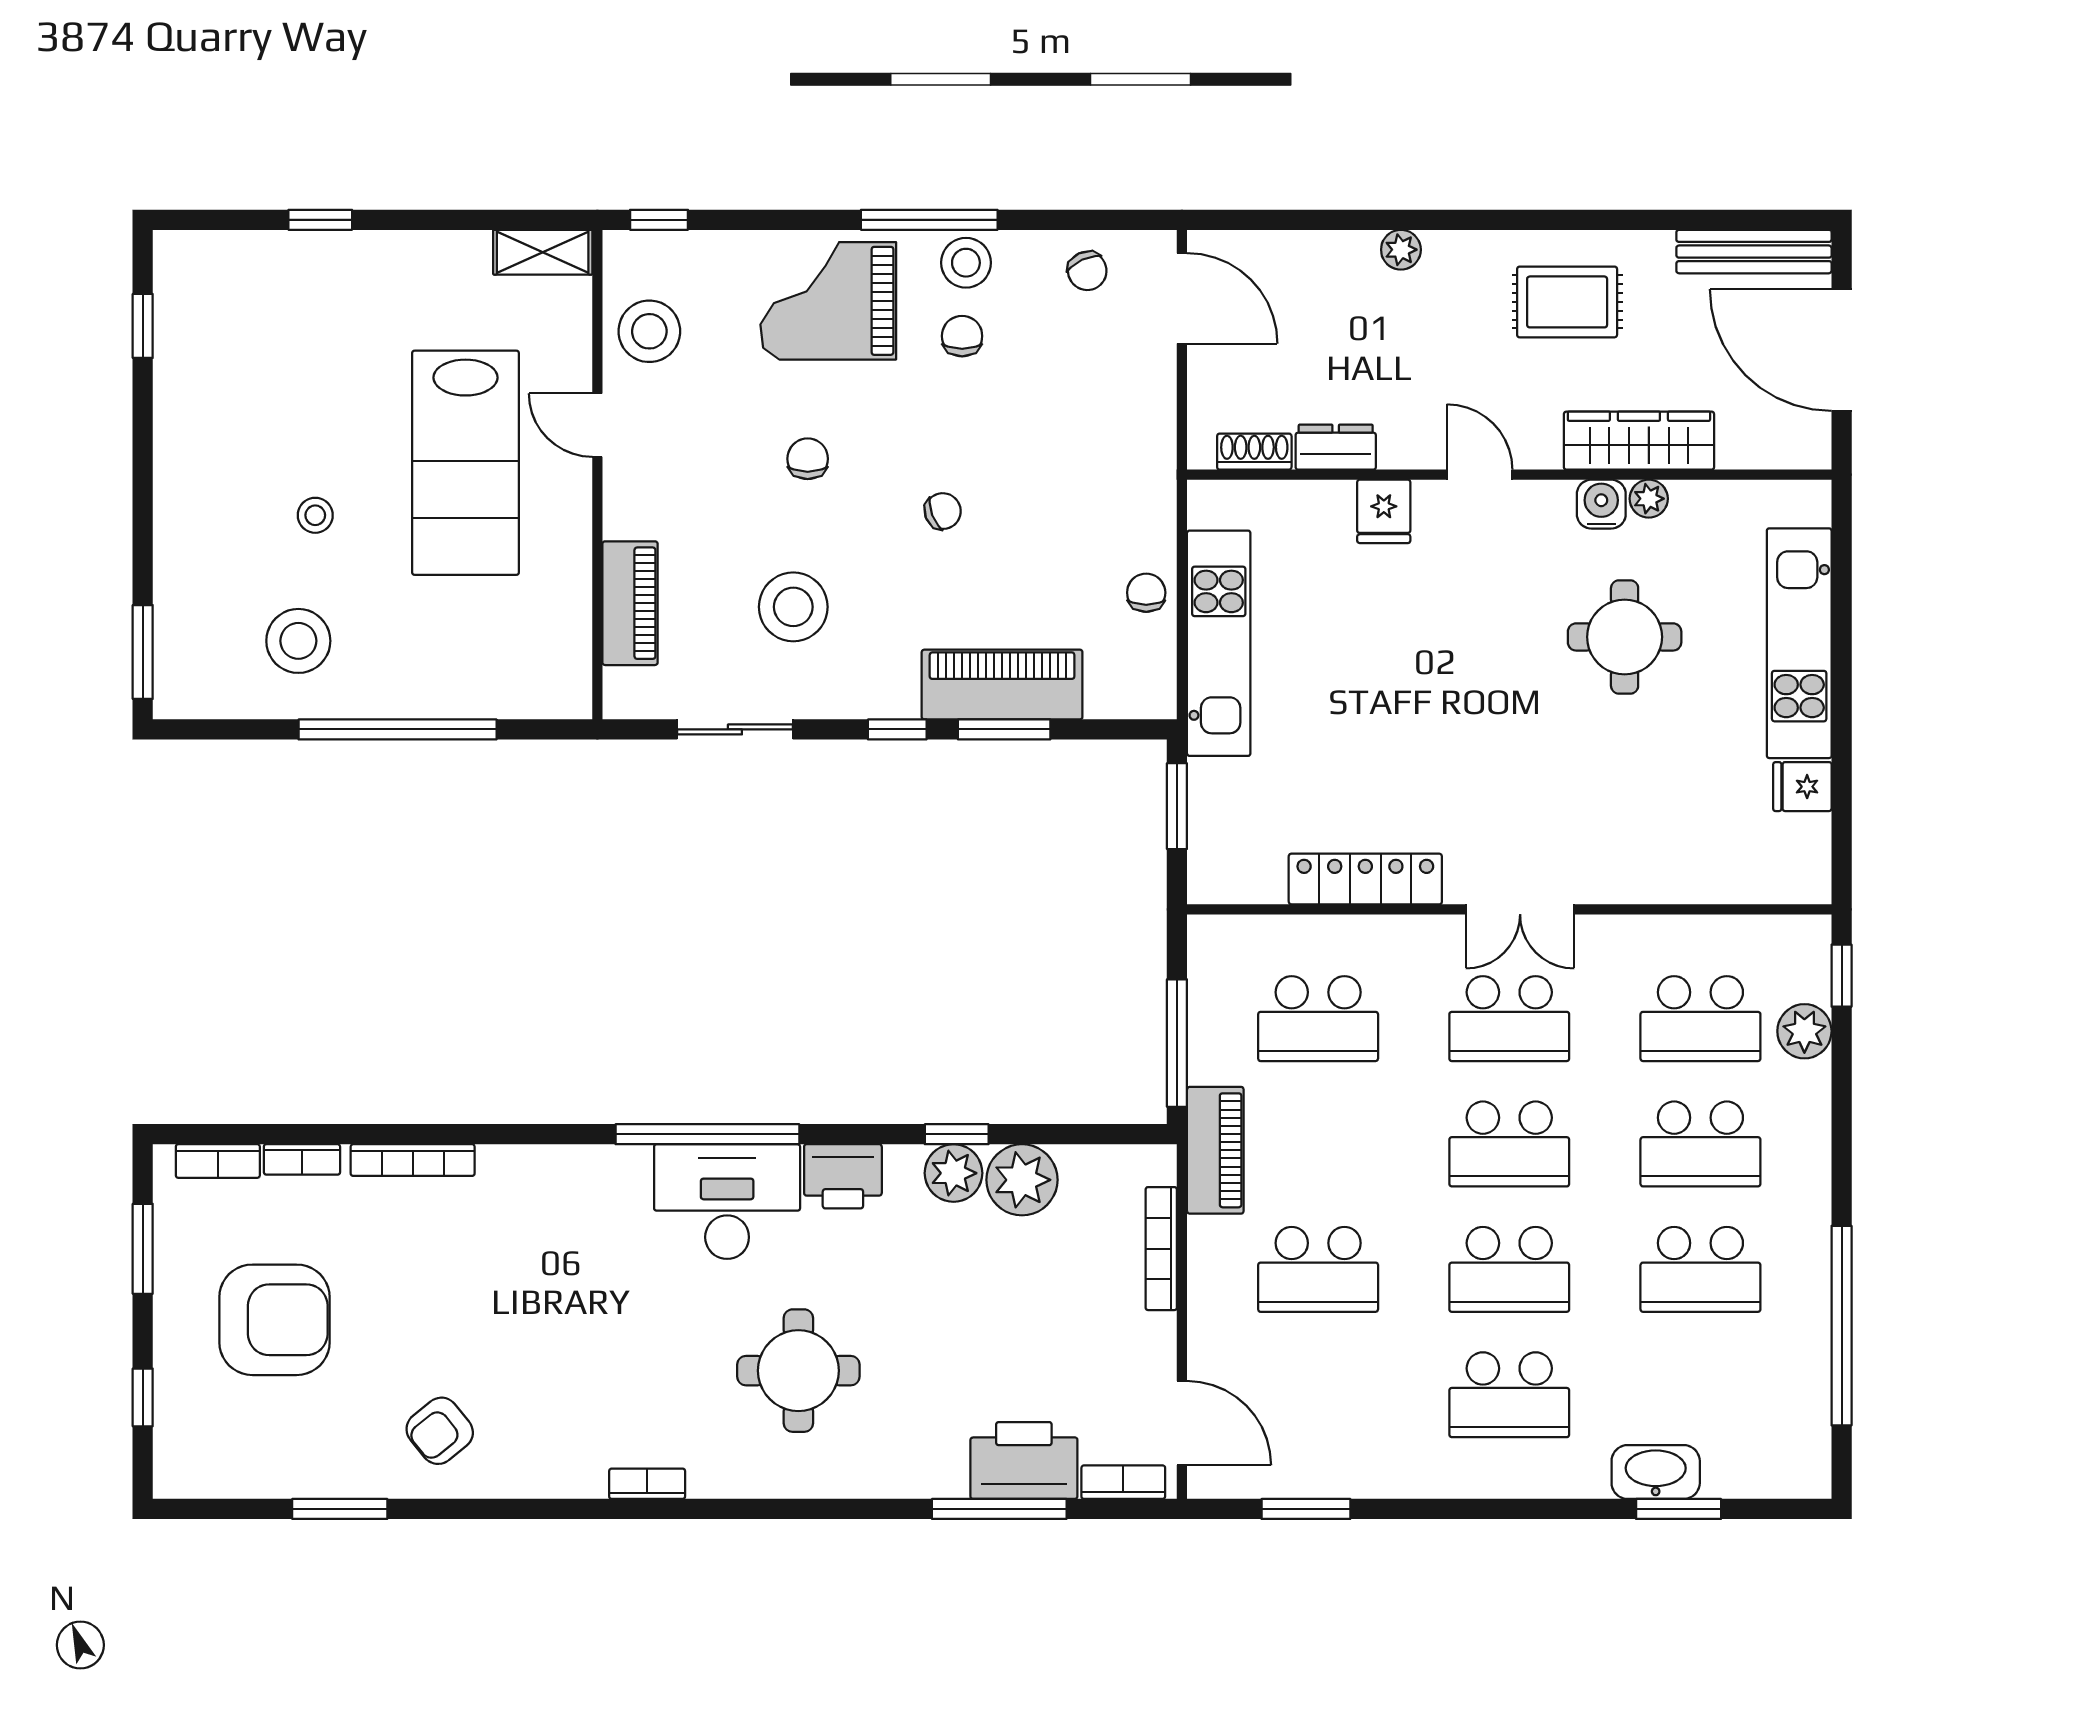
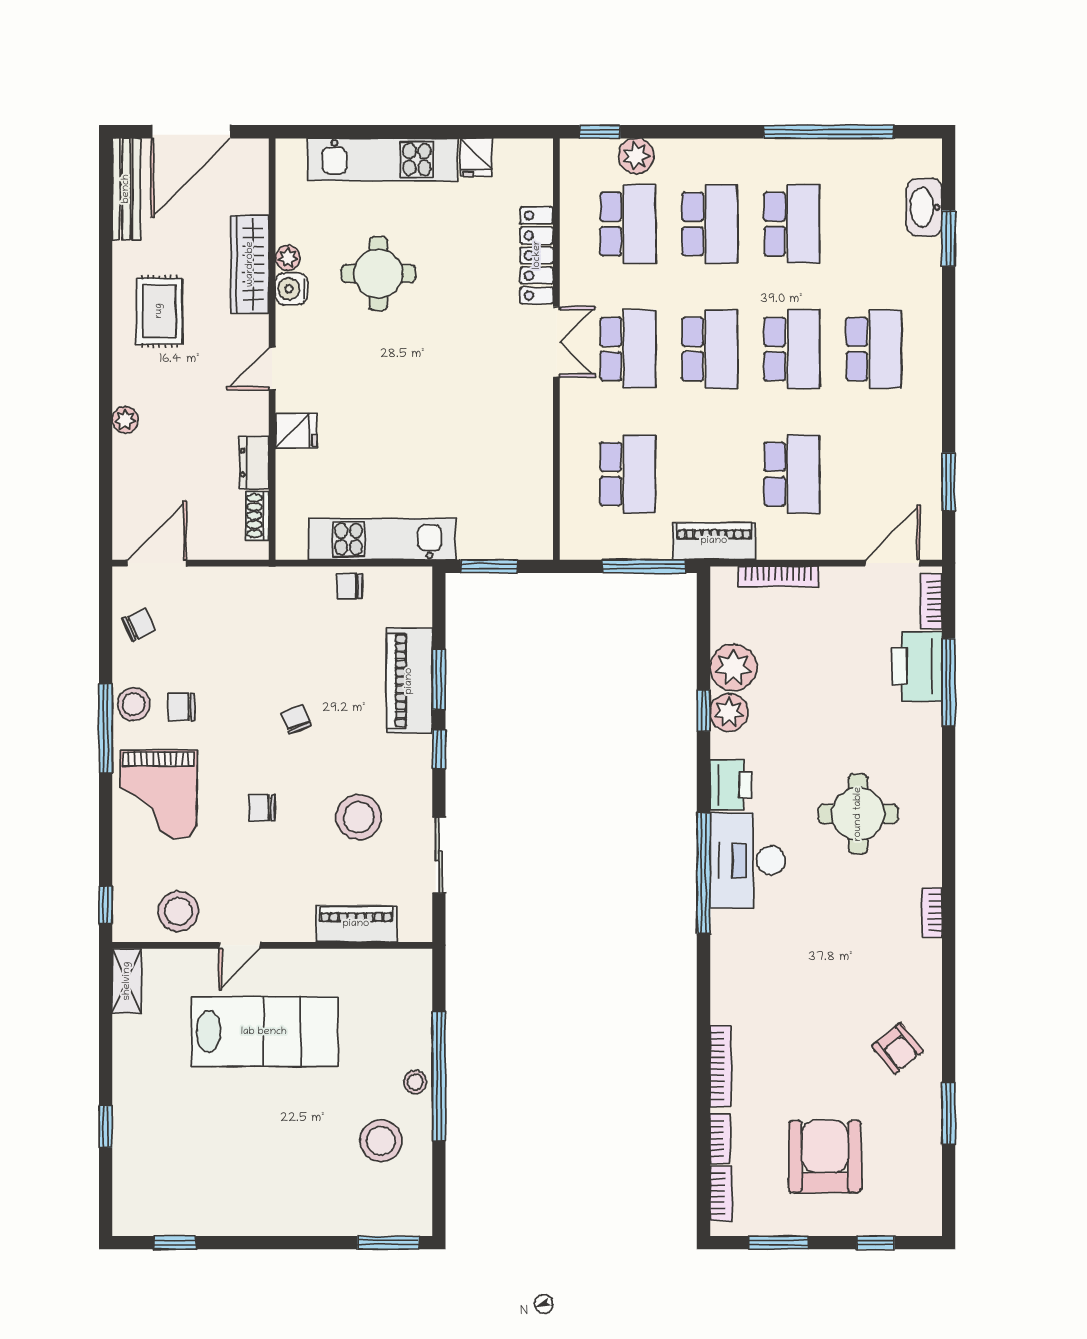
stool: (315, 515) -> (415, 1082), moved
locker: (1365, 879) -> (537, 255), moved
washbasin: (1656, 1472) -> (924, 207), moved

